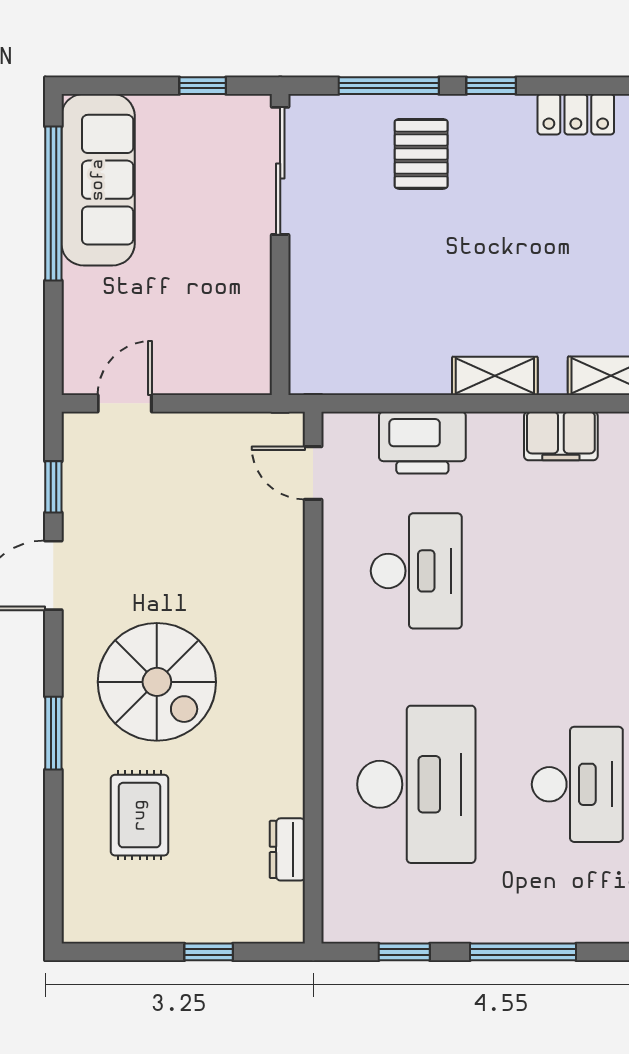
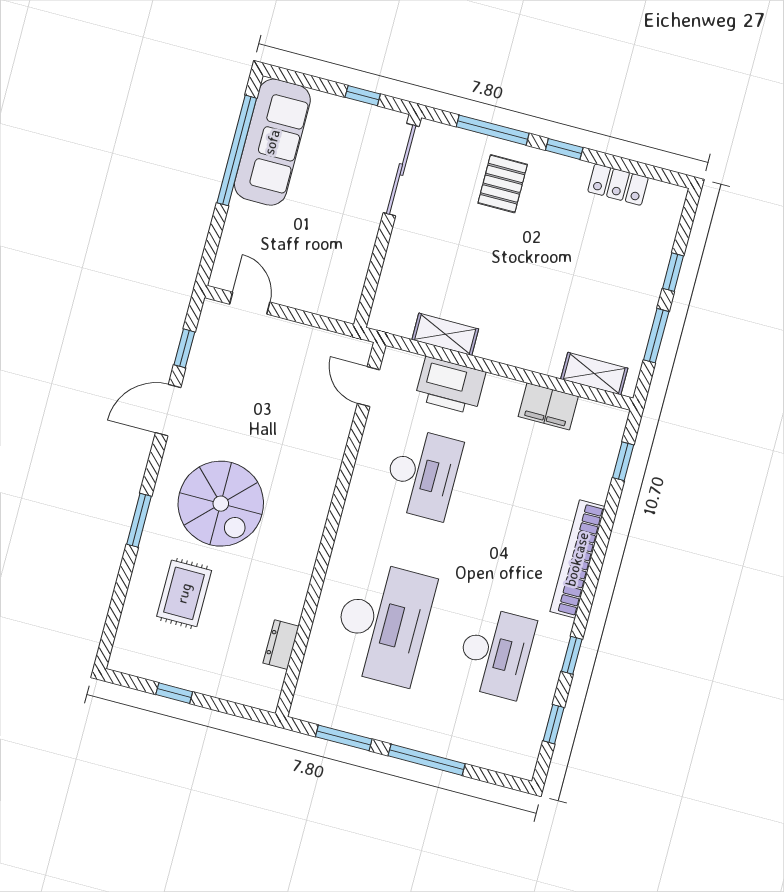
shelving: (495, 376) -> (445, 334), moved
door: (125, 403) -> (250, 303), hinge flipped
window: (209, 952) -> (174, 693), moved
window: (404, 952) -> (344, 738), width x1.50

